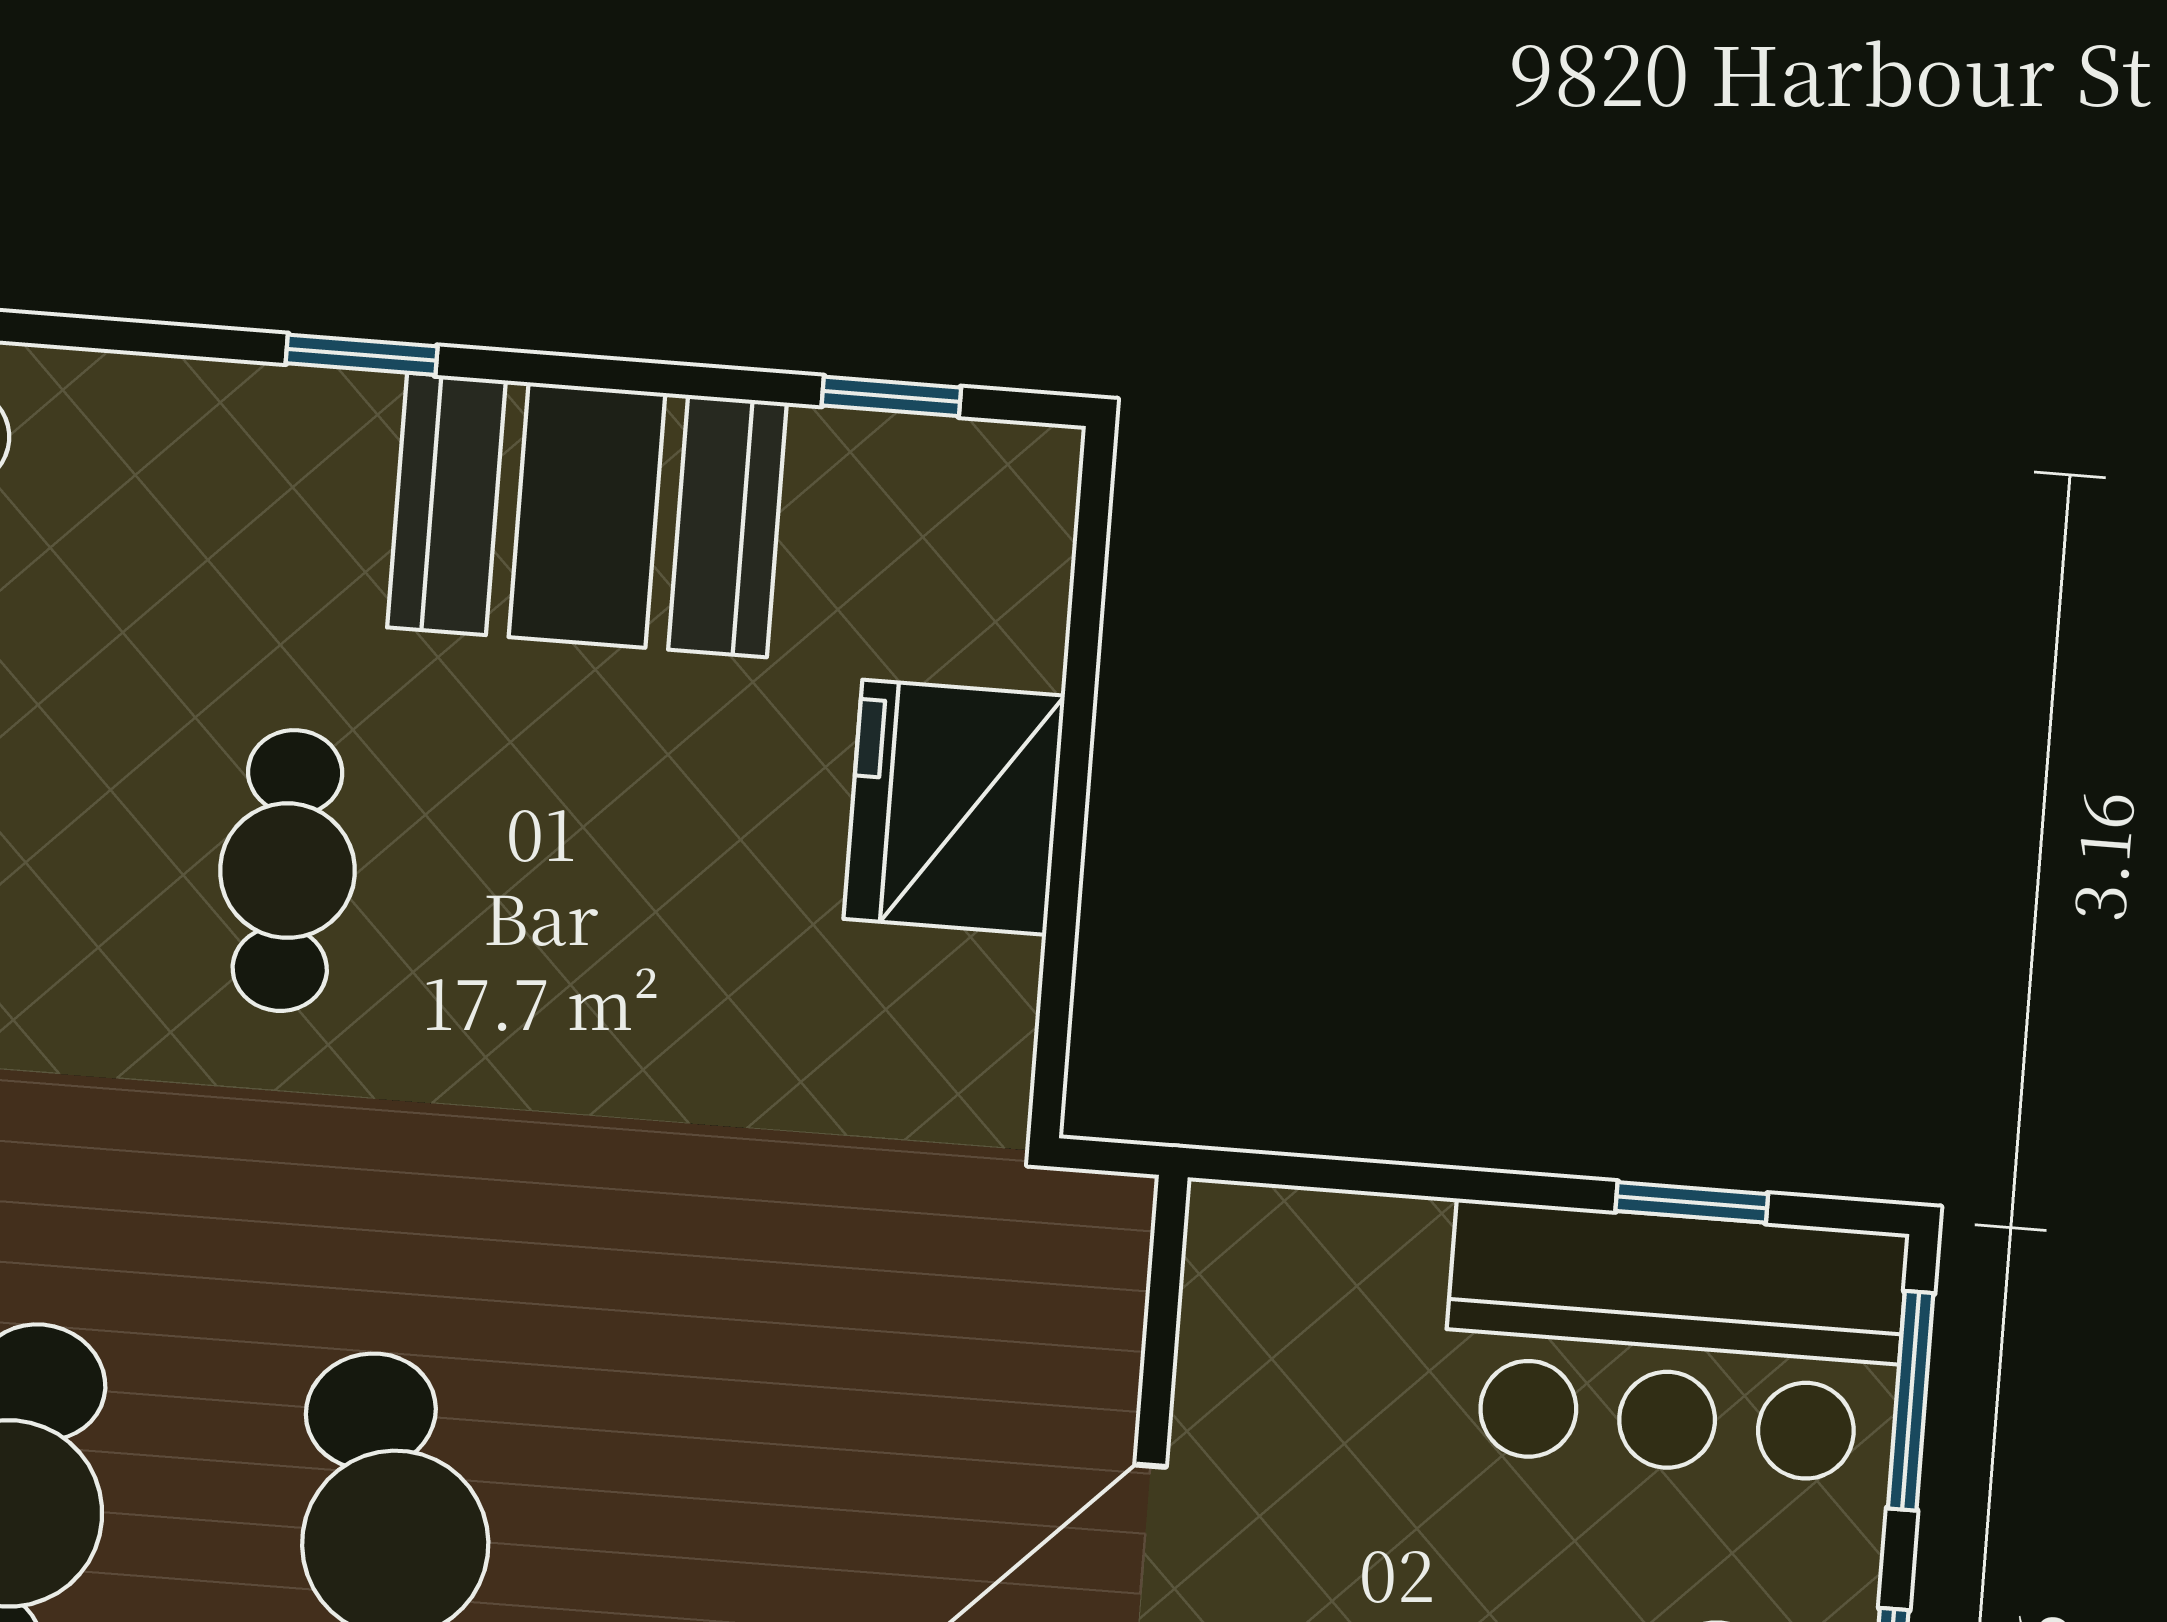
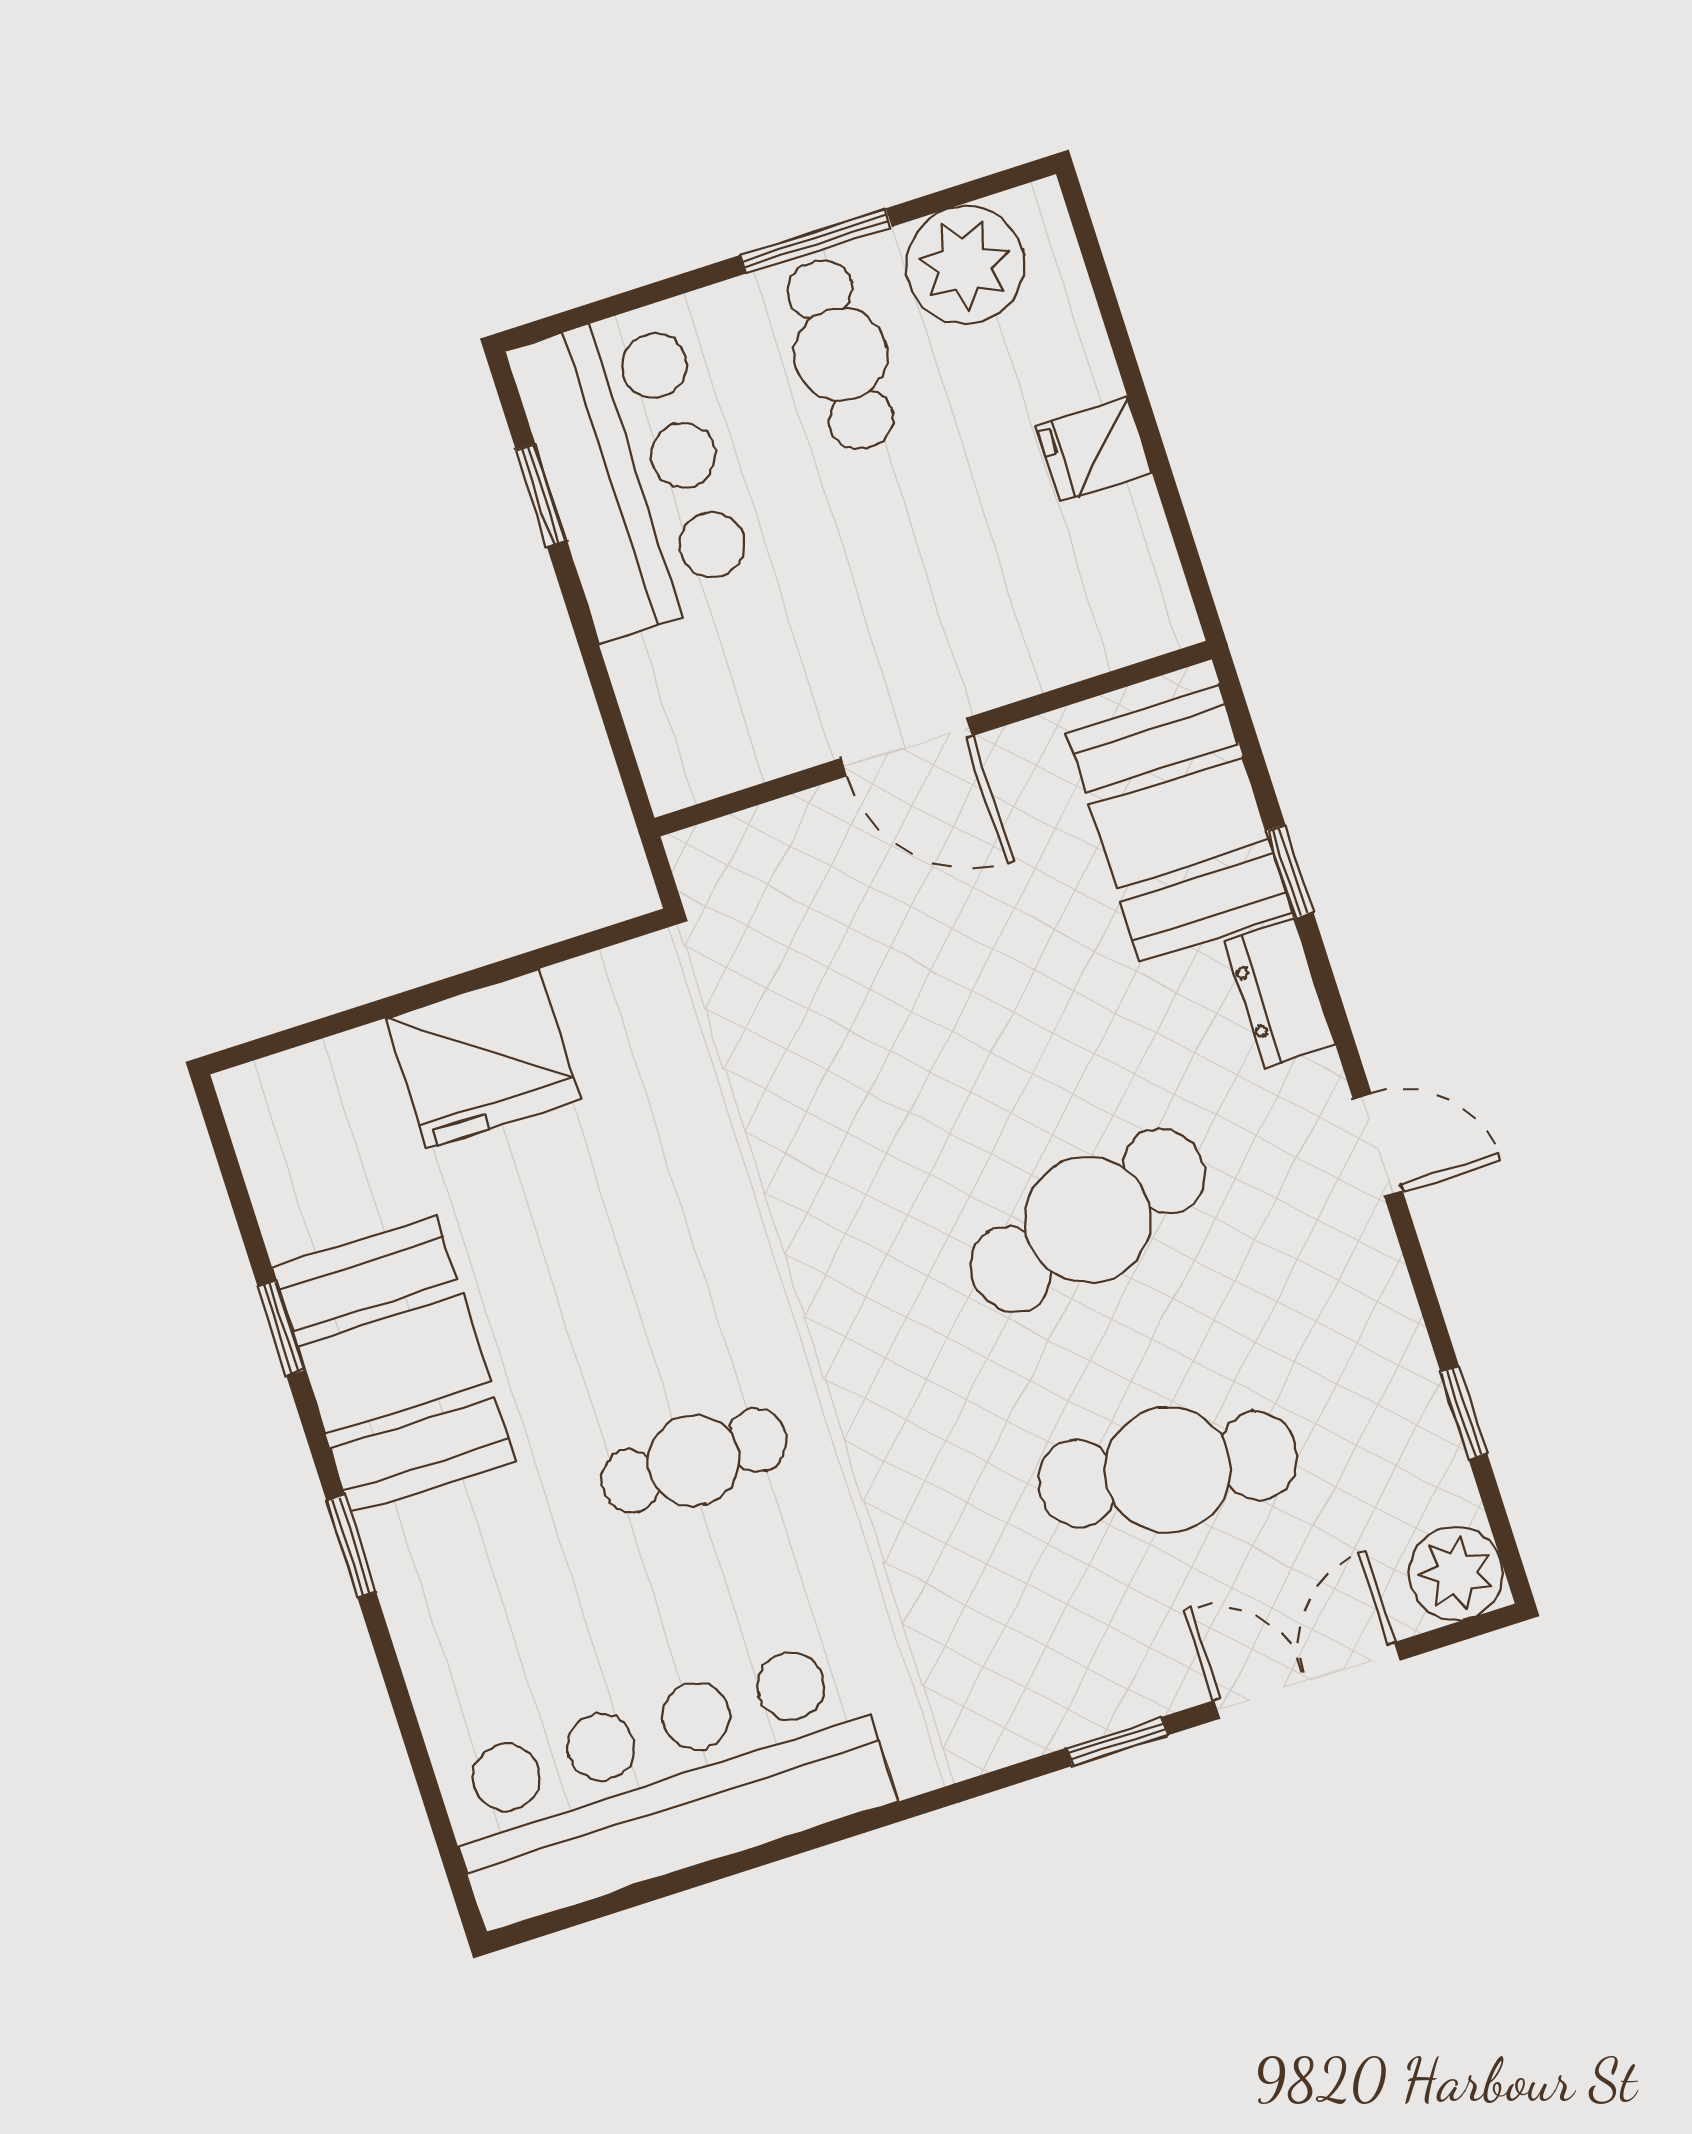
window: (891, 396) -> (281, 1329), moved
window: (1911, 1401) -> (609, 307), removed

